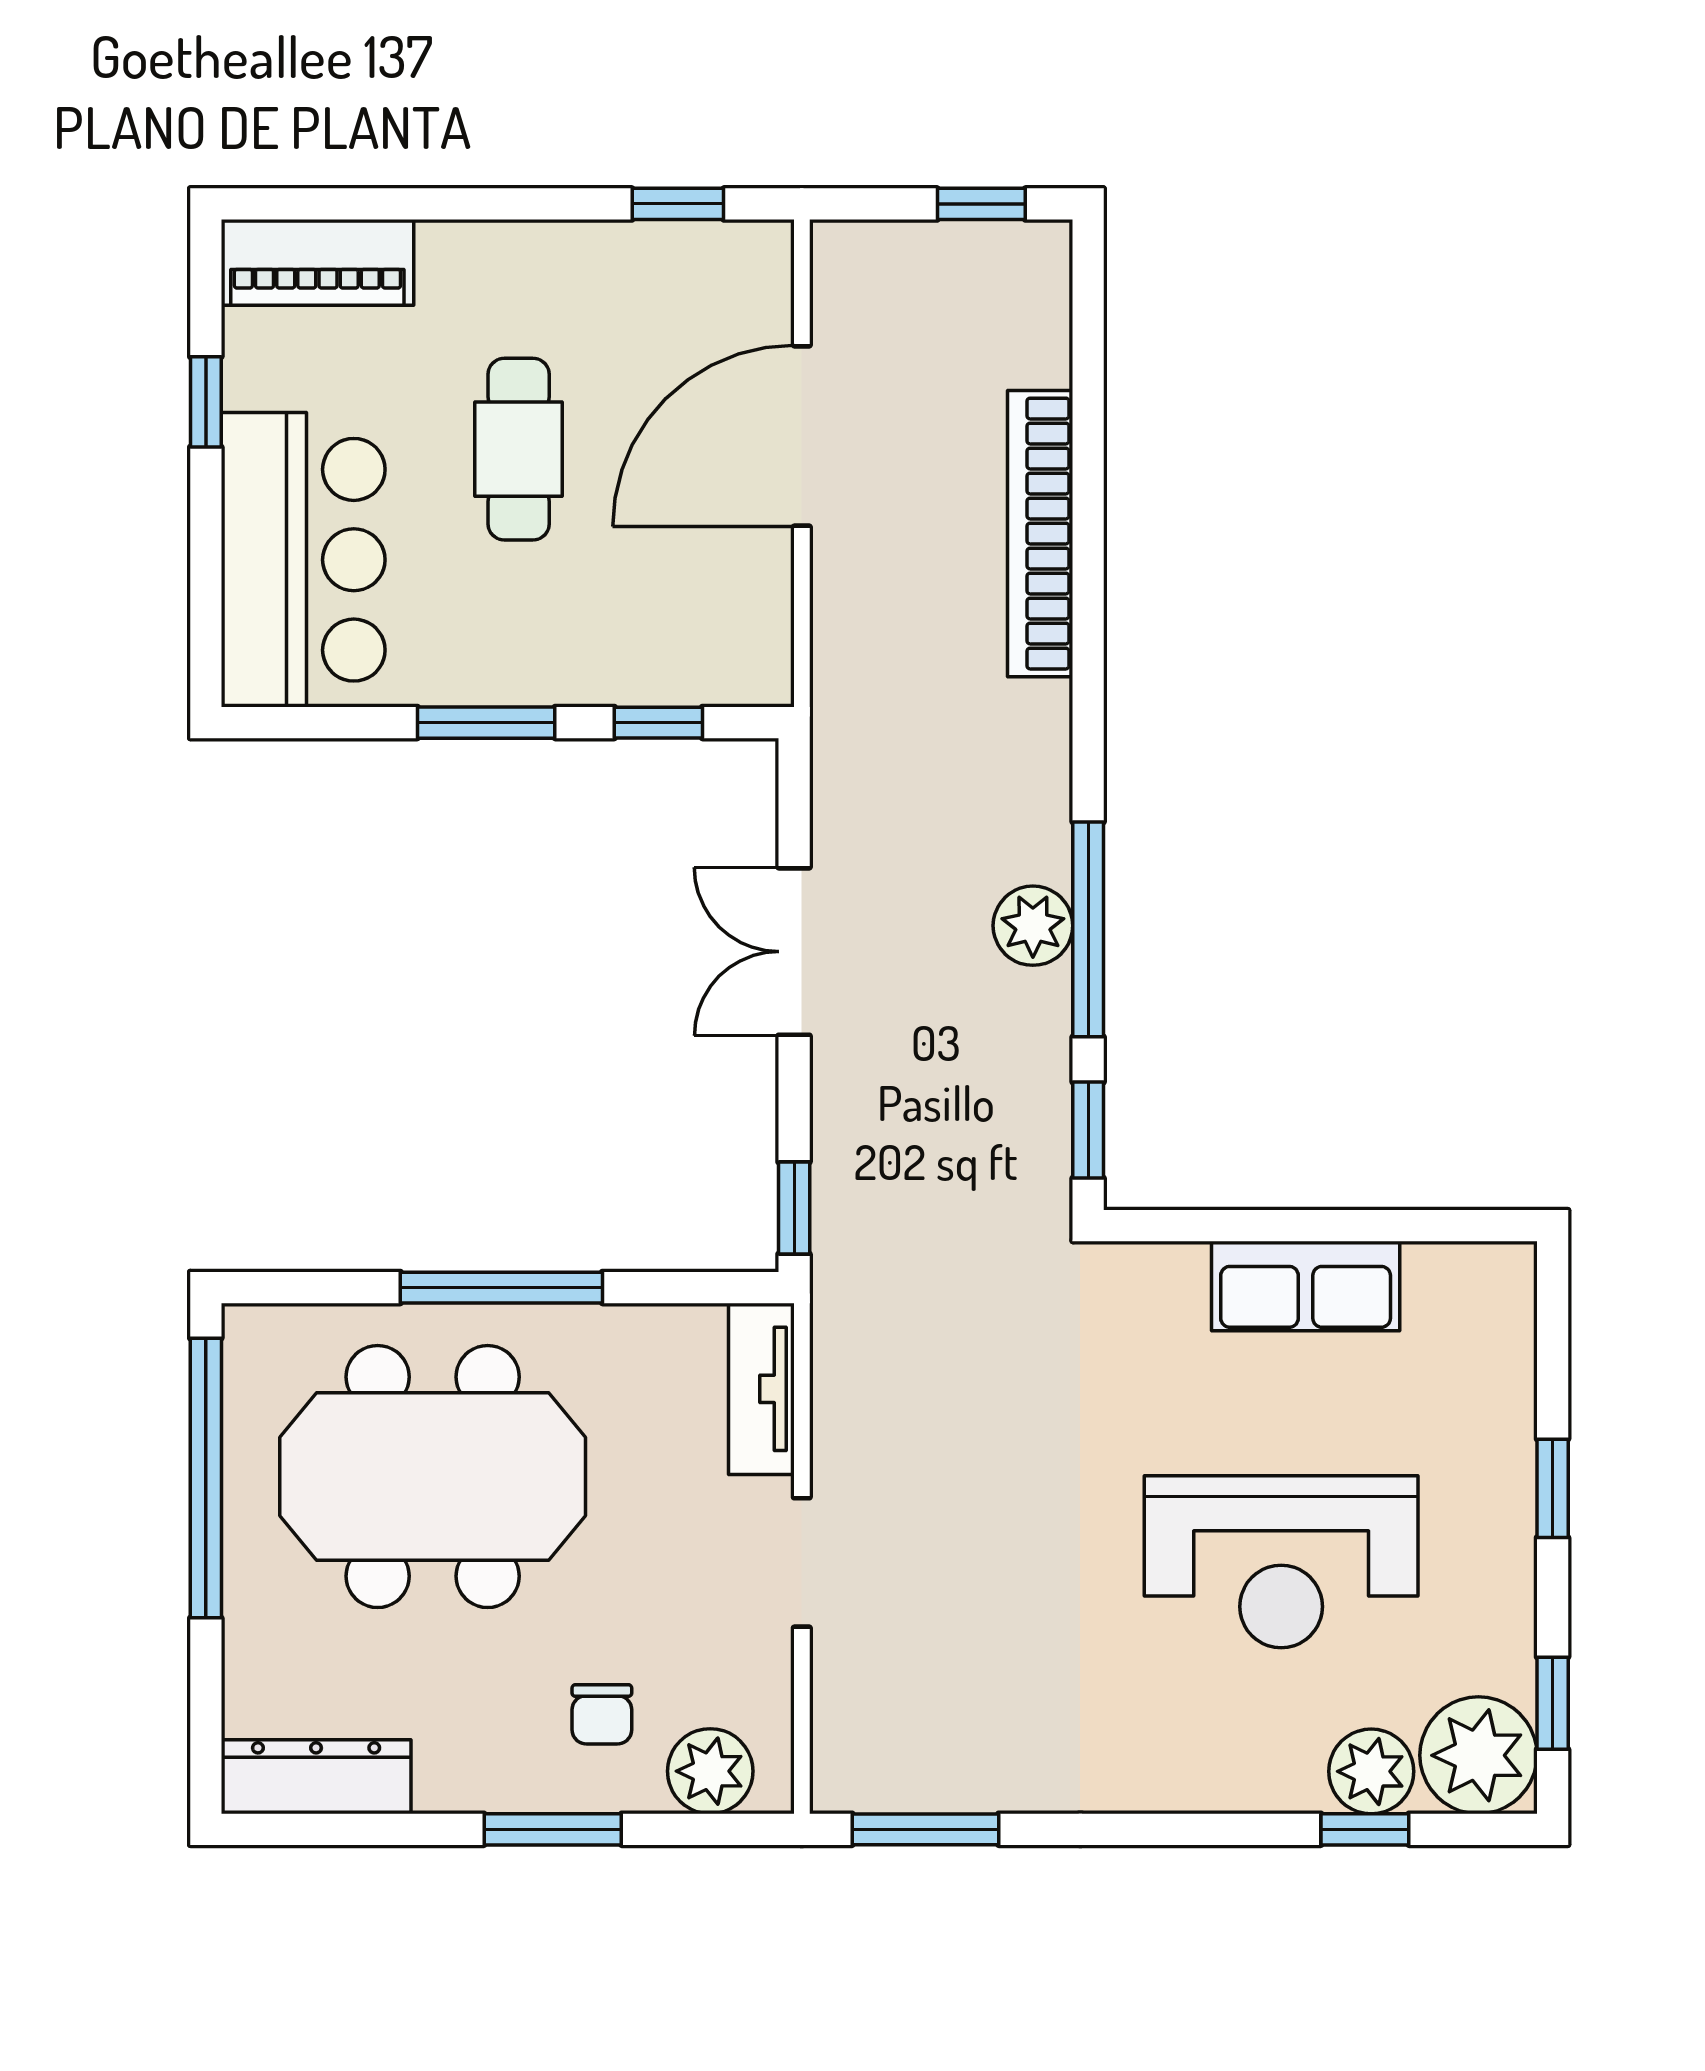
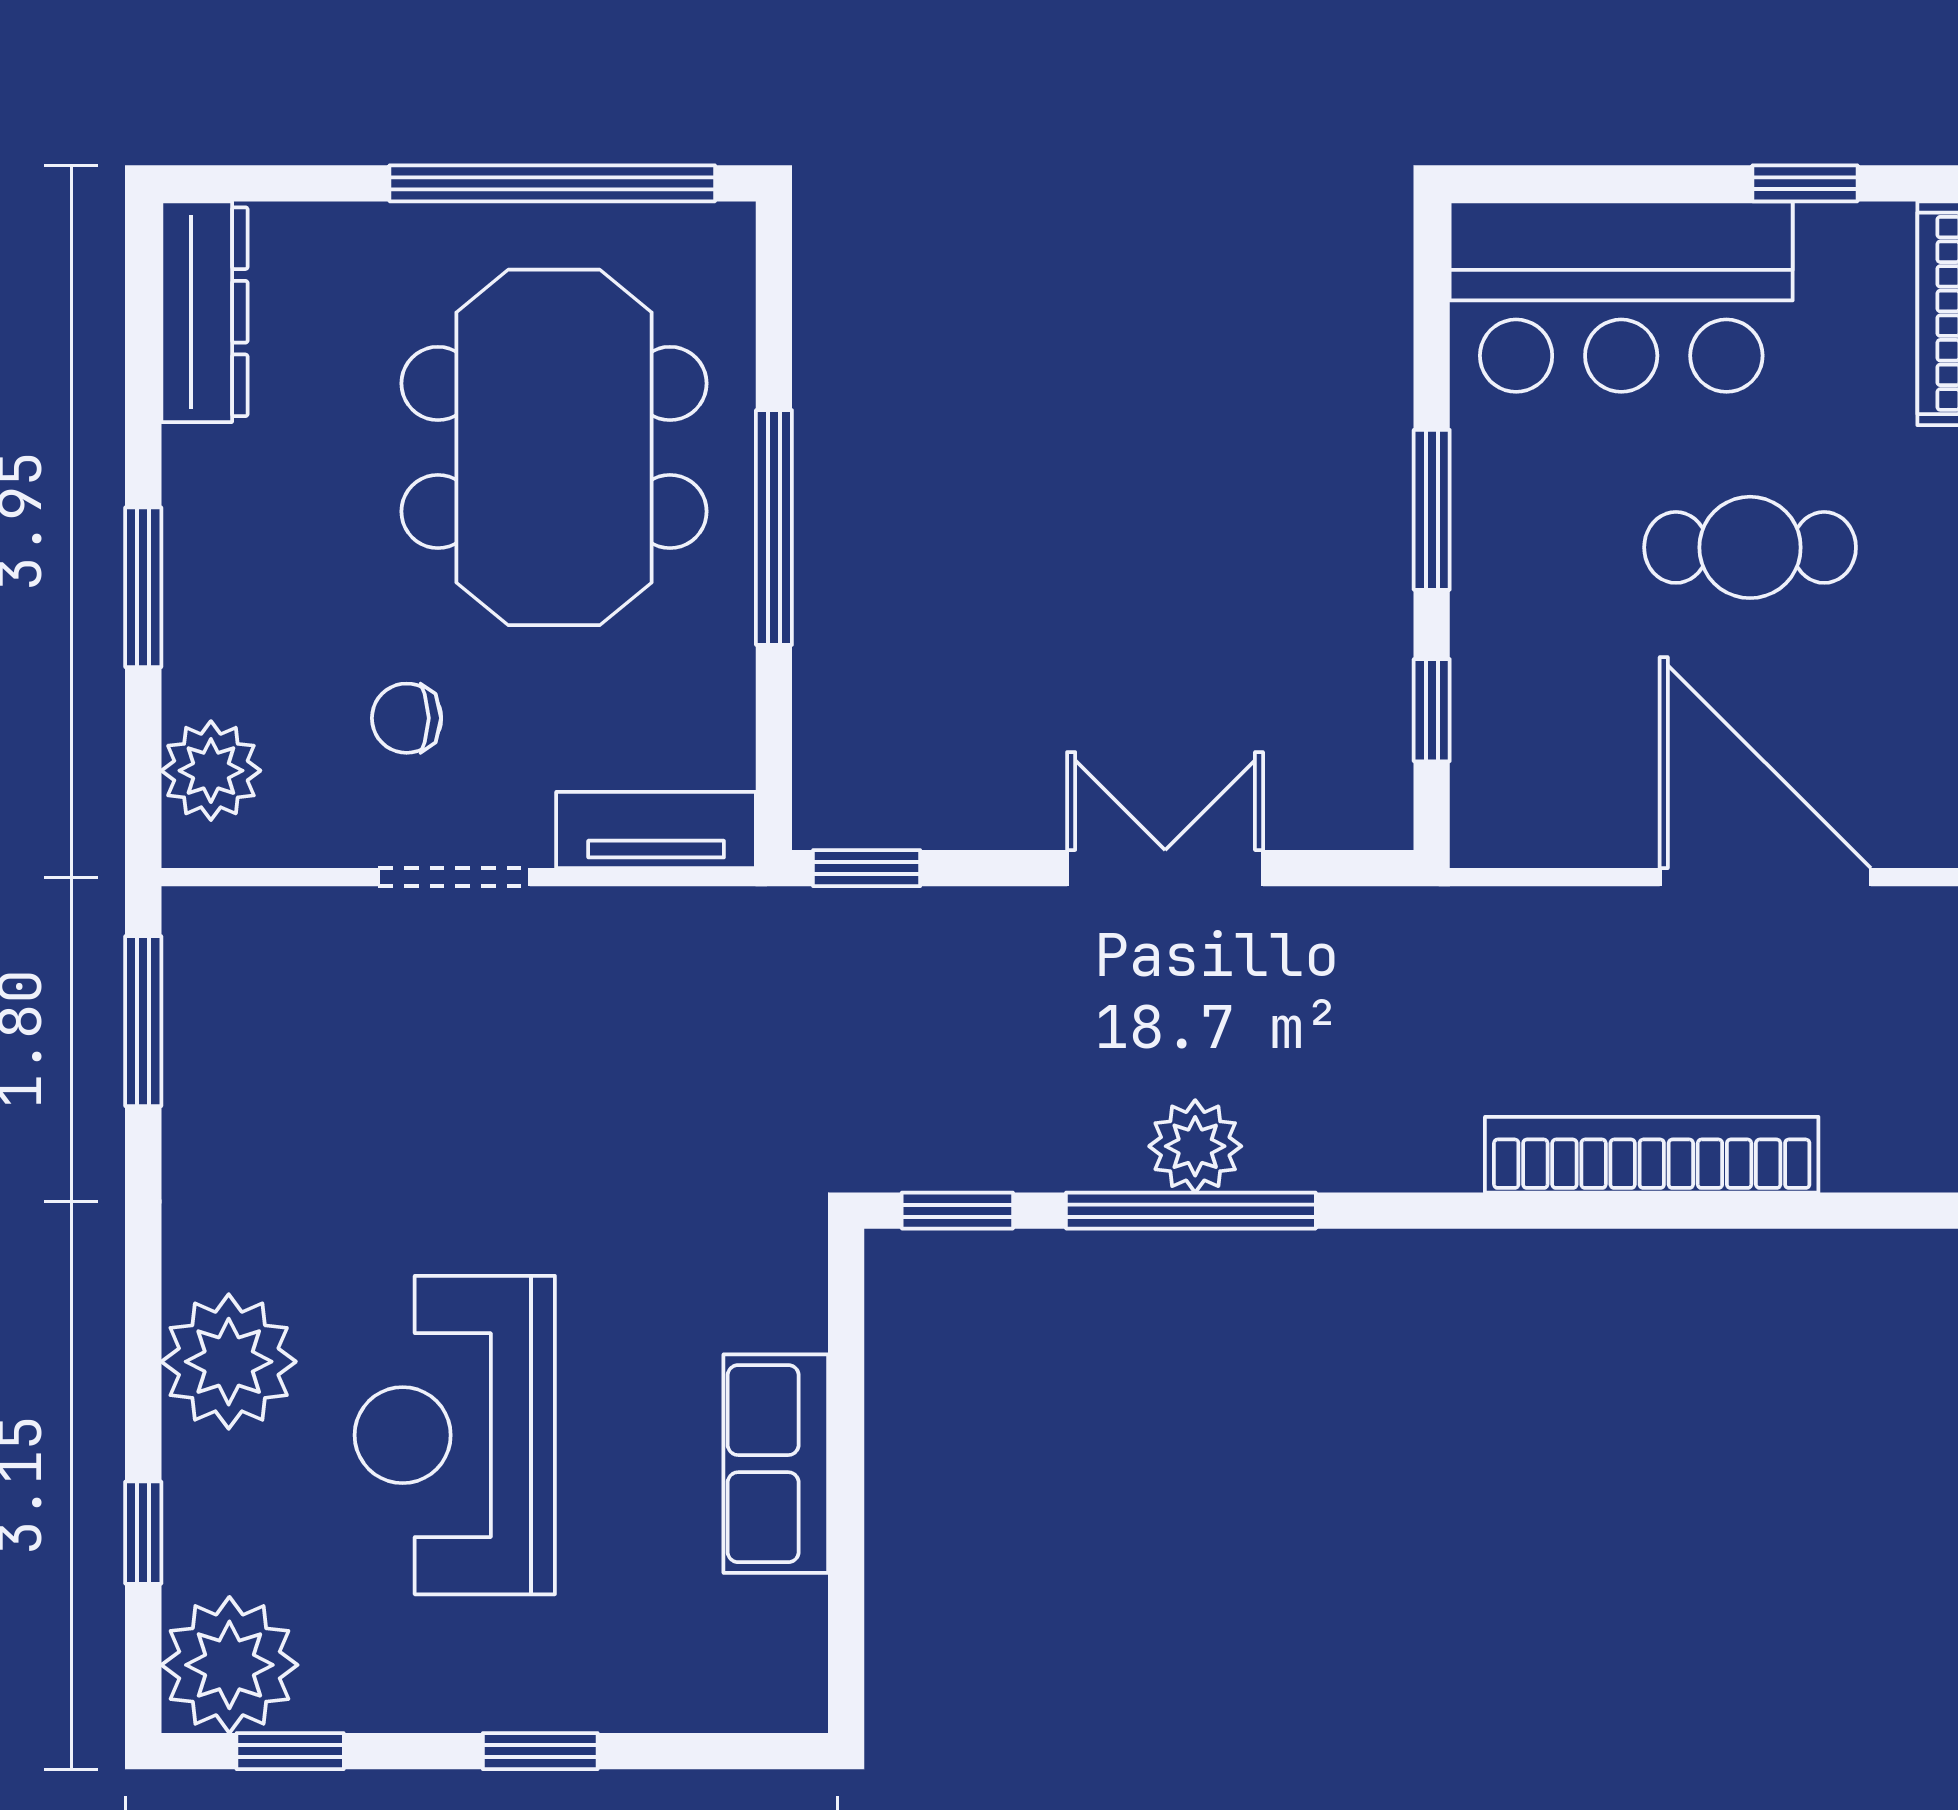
chair: (602, 1714) -> (407, 718), moved
plant: (1371, 1771) -> (229, 1362), moved, width x1.36, depth x1.36

